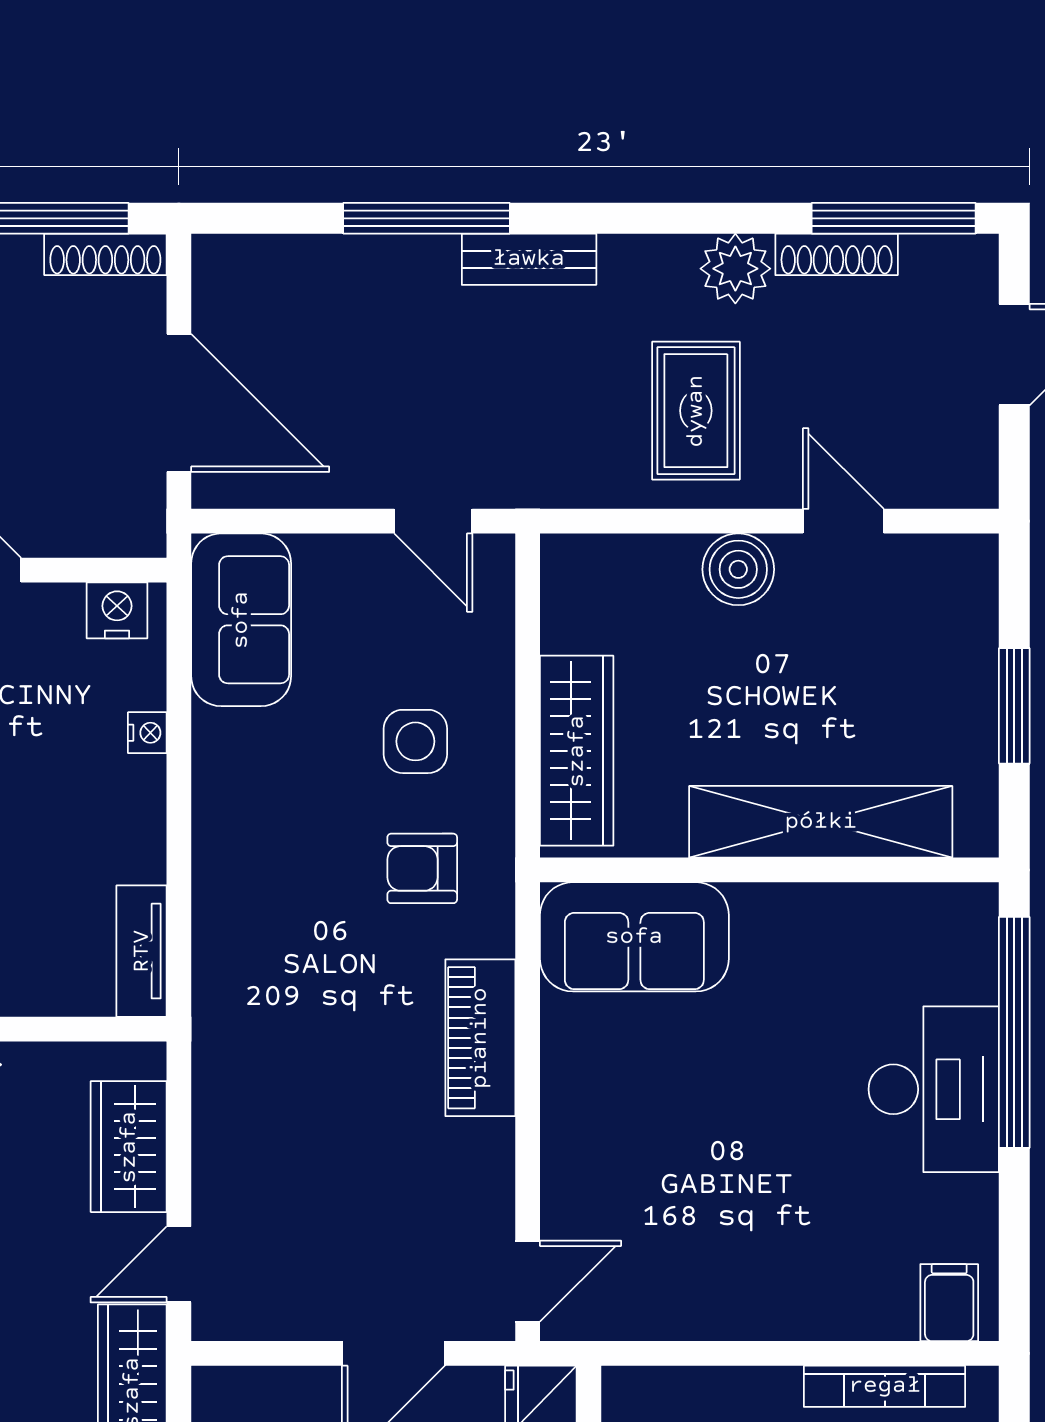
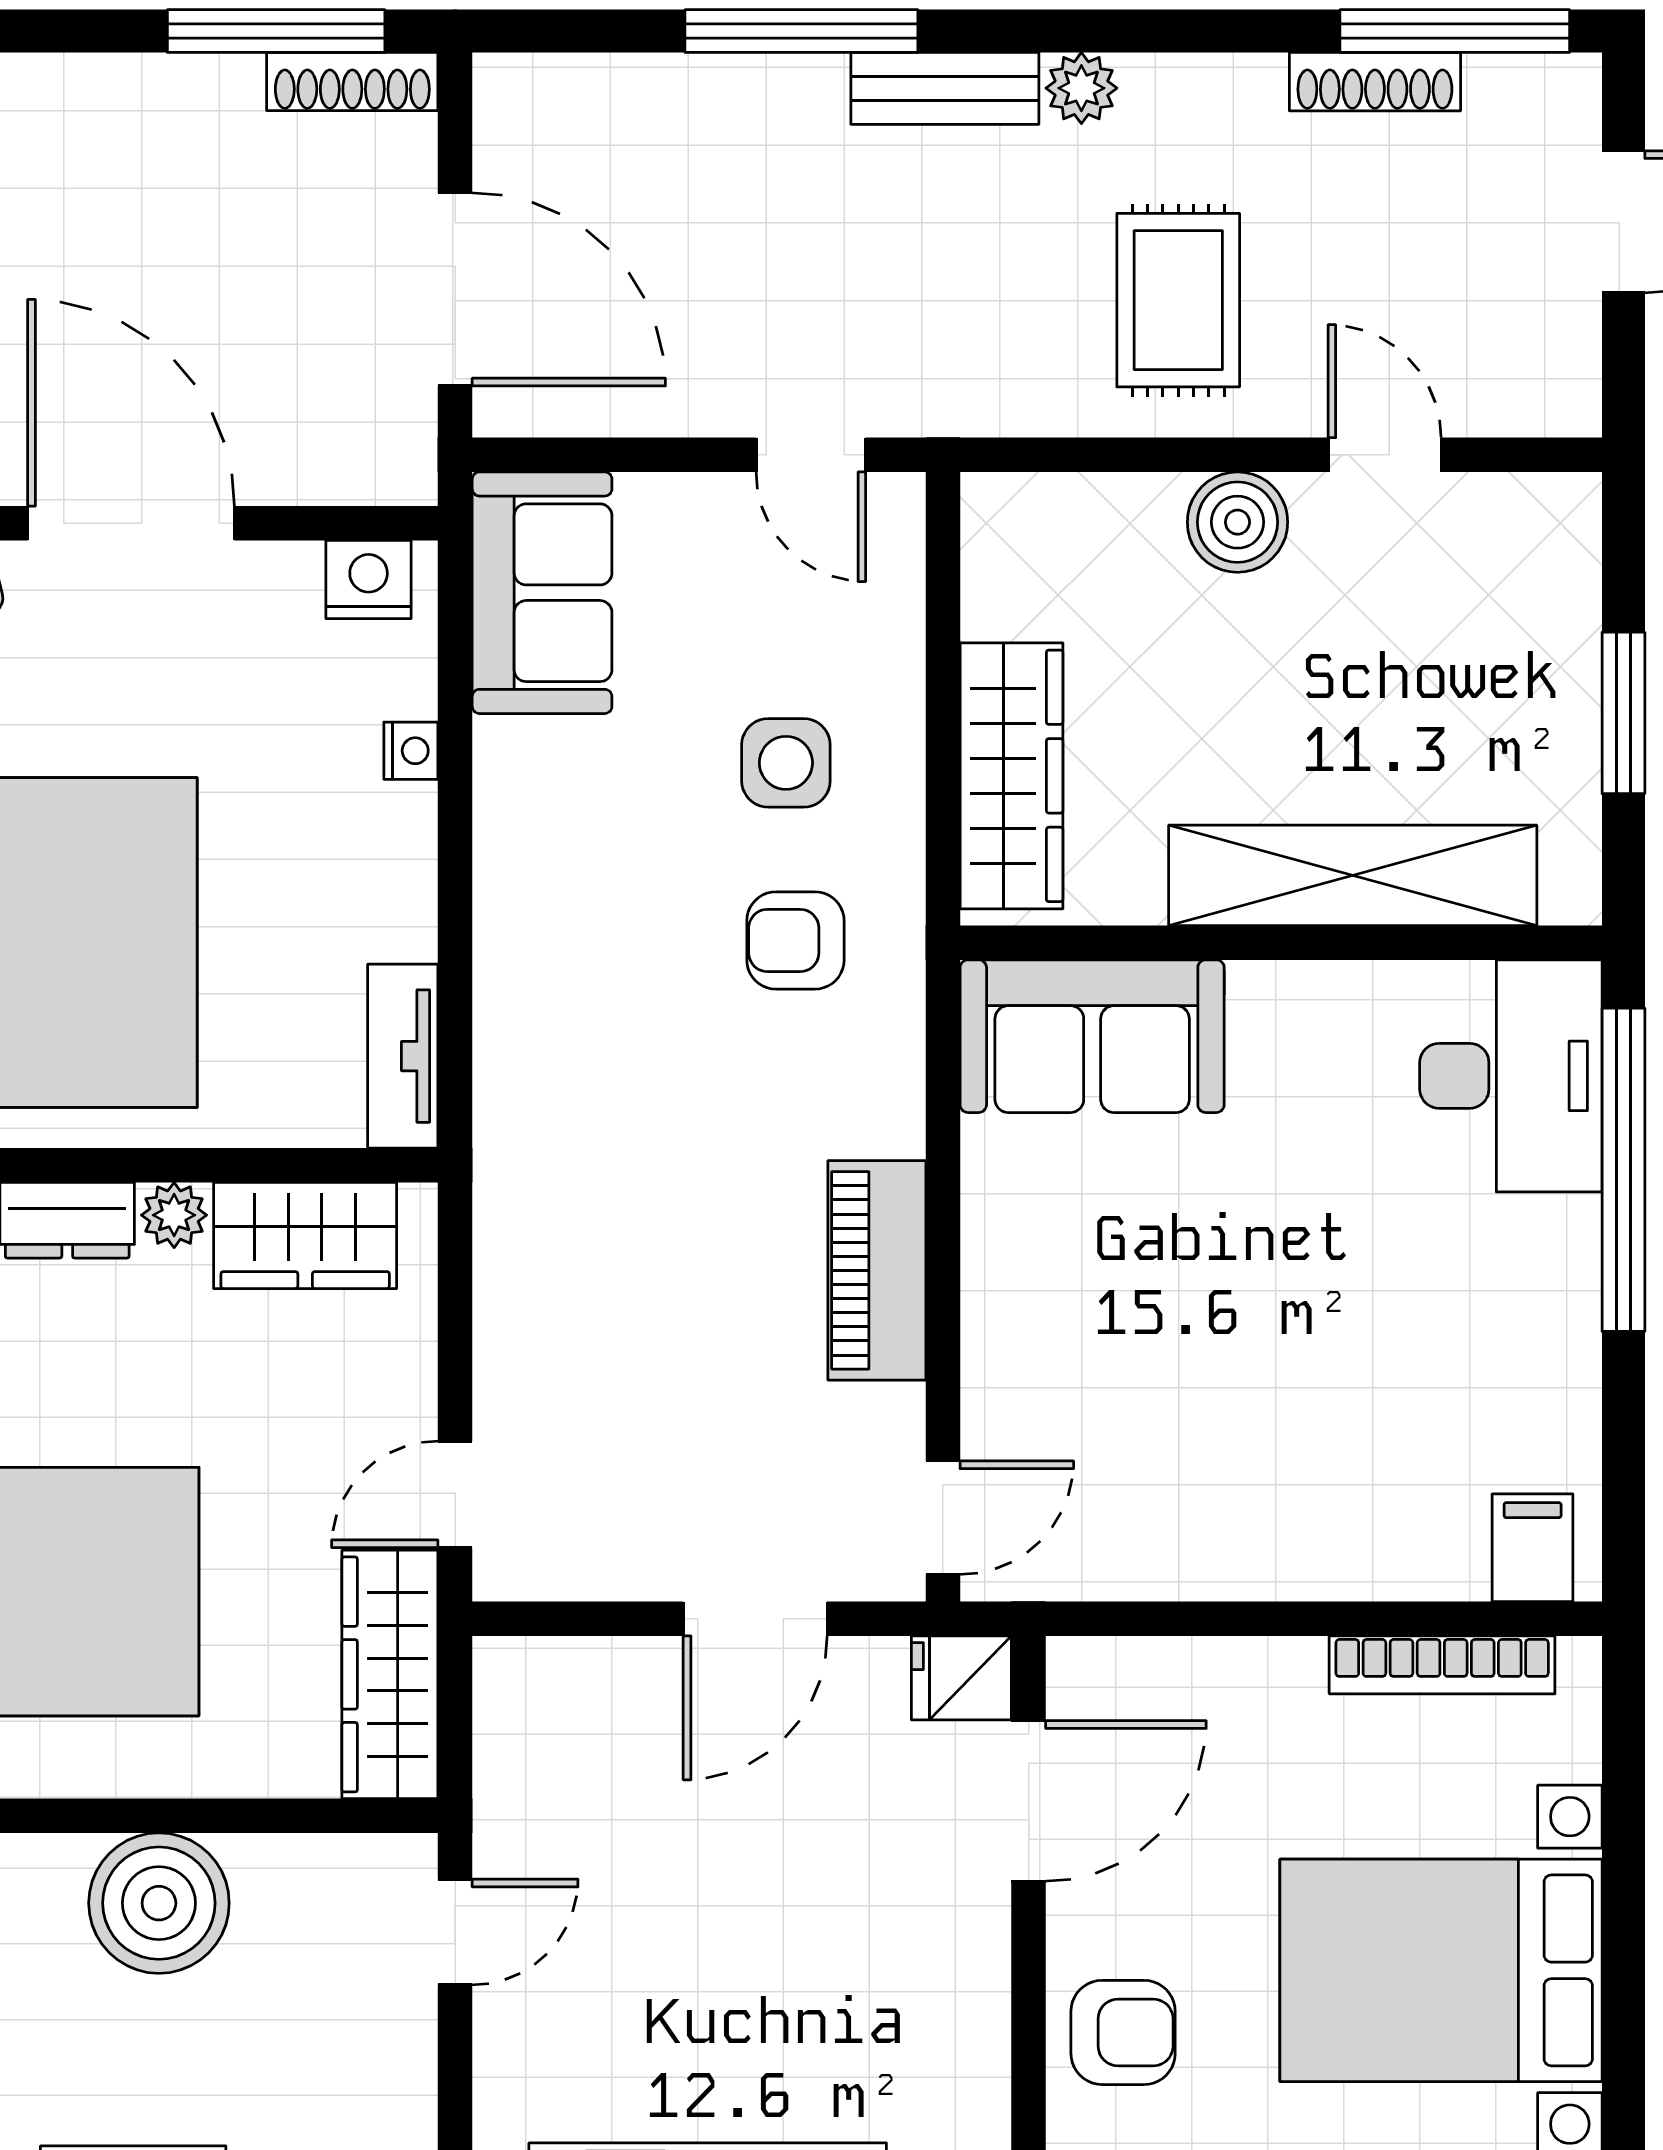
plant: (735, 269) -> (1081, 88), moved, width x0.73, depth x0.73
piano: (480, 1038) -> (877, 1270), moved
desk: (934, 1089) -> (1511, 1076), moved
wardrobe: (129, 1147) -> (305, 1235), moved, turned -90

